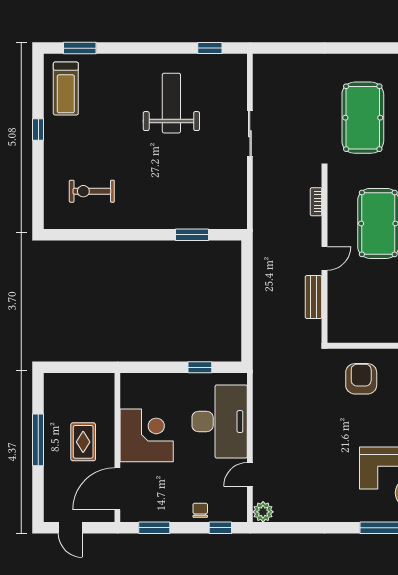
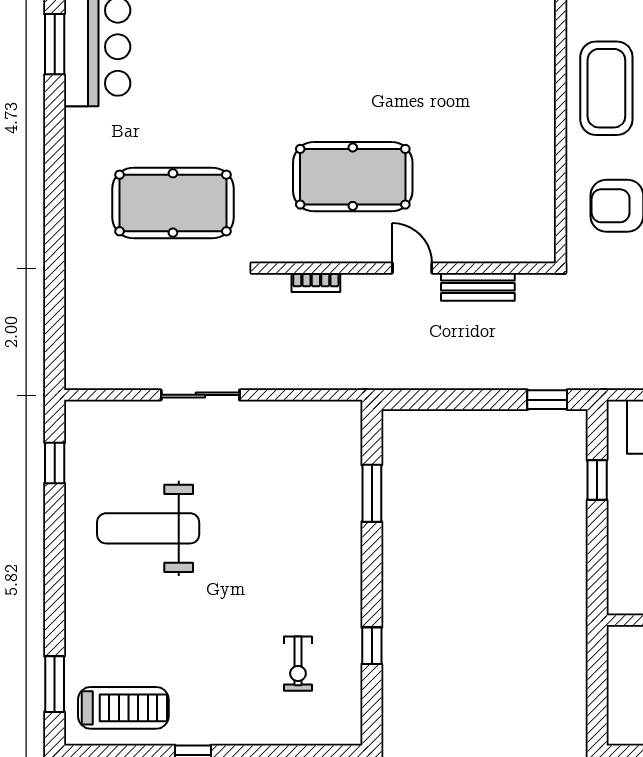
exercise bike: (92, 191) -> (298, 664), width x0.73, depth x0.72
window: (102, 235) -> (372, 646), added
window: (247, 338) -> (547, 400), added

